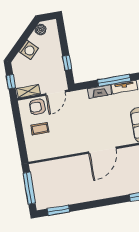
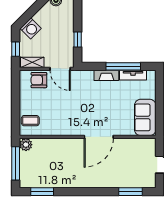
washing machine: (29, 50) -> (31, 28), moved
door: (55, 93) -> (60, 69), hinge flipped
coffee table: (40, 129) -> (30, 121), moved
plant: (36, 169) -> (26, 145), added

